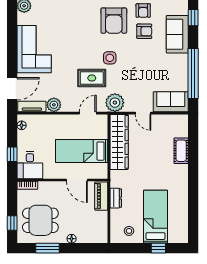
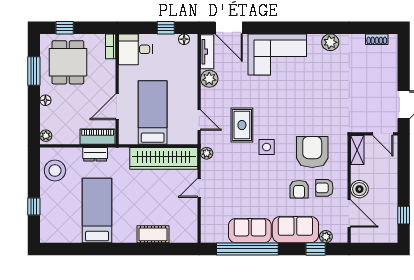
plant: (183, 9) -> (326, 237), added
armchair: (114, 21) -> (312, 152), turned 90
sofa: (171, 102) -> (250, 231), moved, turned -90
plant: (115, 103) -> (207, 153), width x0.53, depth x0.53
window: (12, 154) -> (166, 28), moved
bed: (155, 217) -> (97, 211), moved, turned -90
stool: (129, 231) -> (55, 171), width x1.89, depth x1.89
plant: (100, 238) -> (46, 136), added

